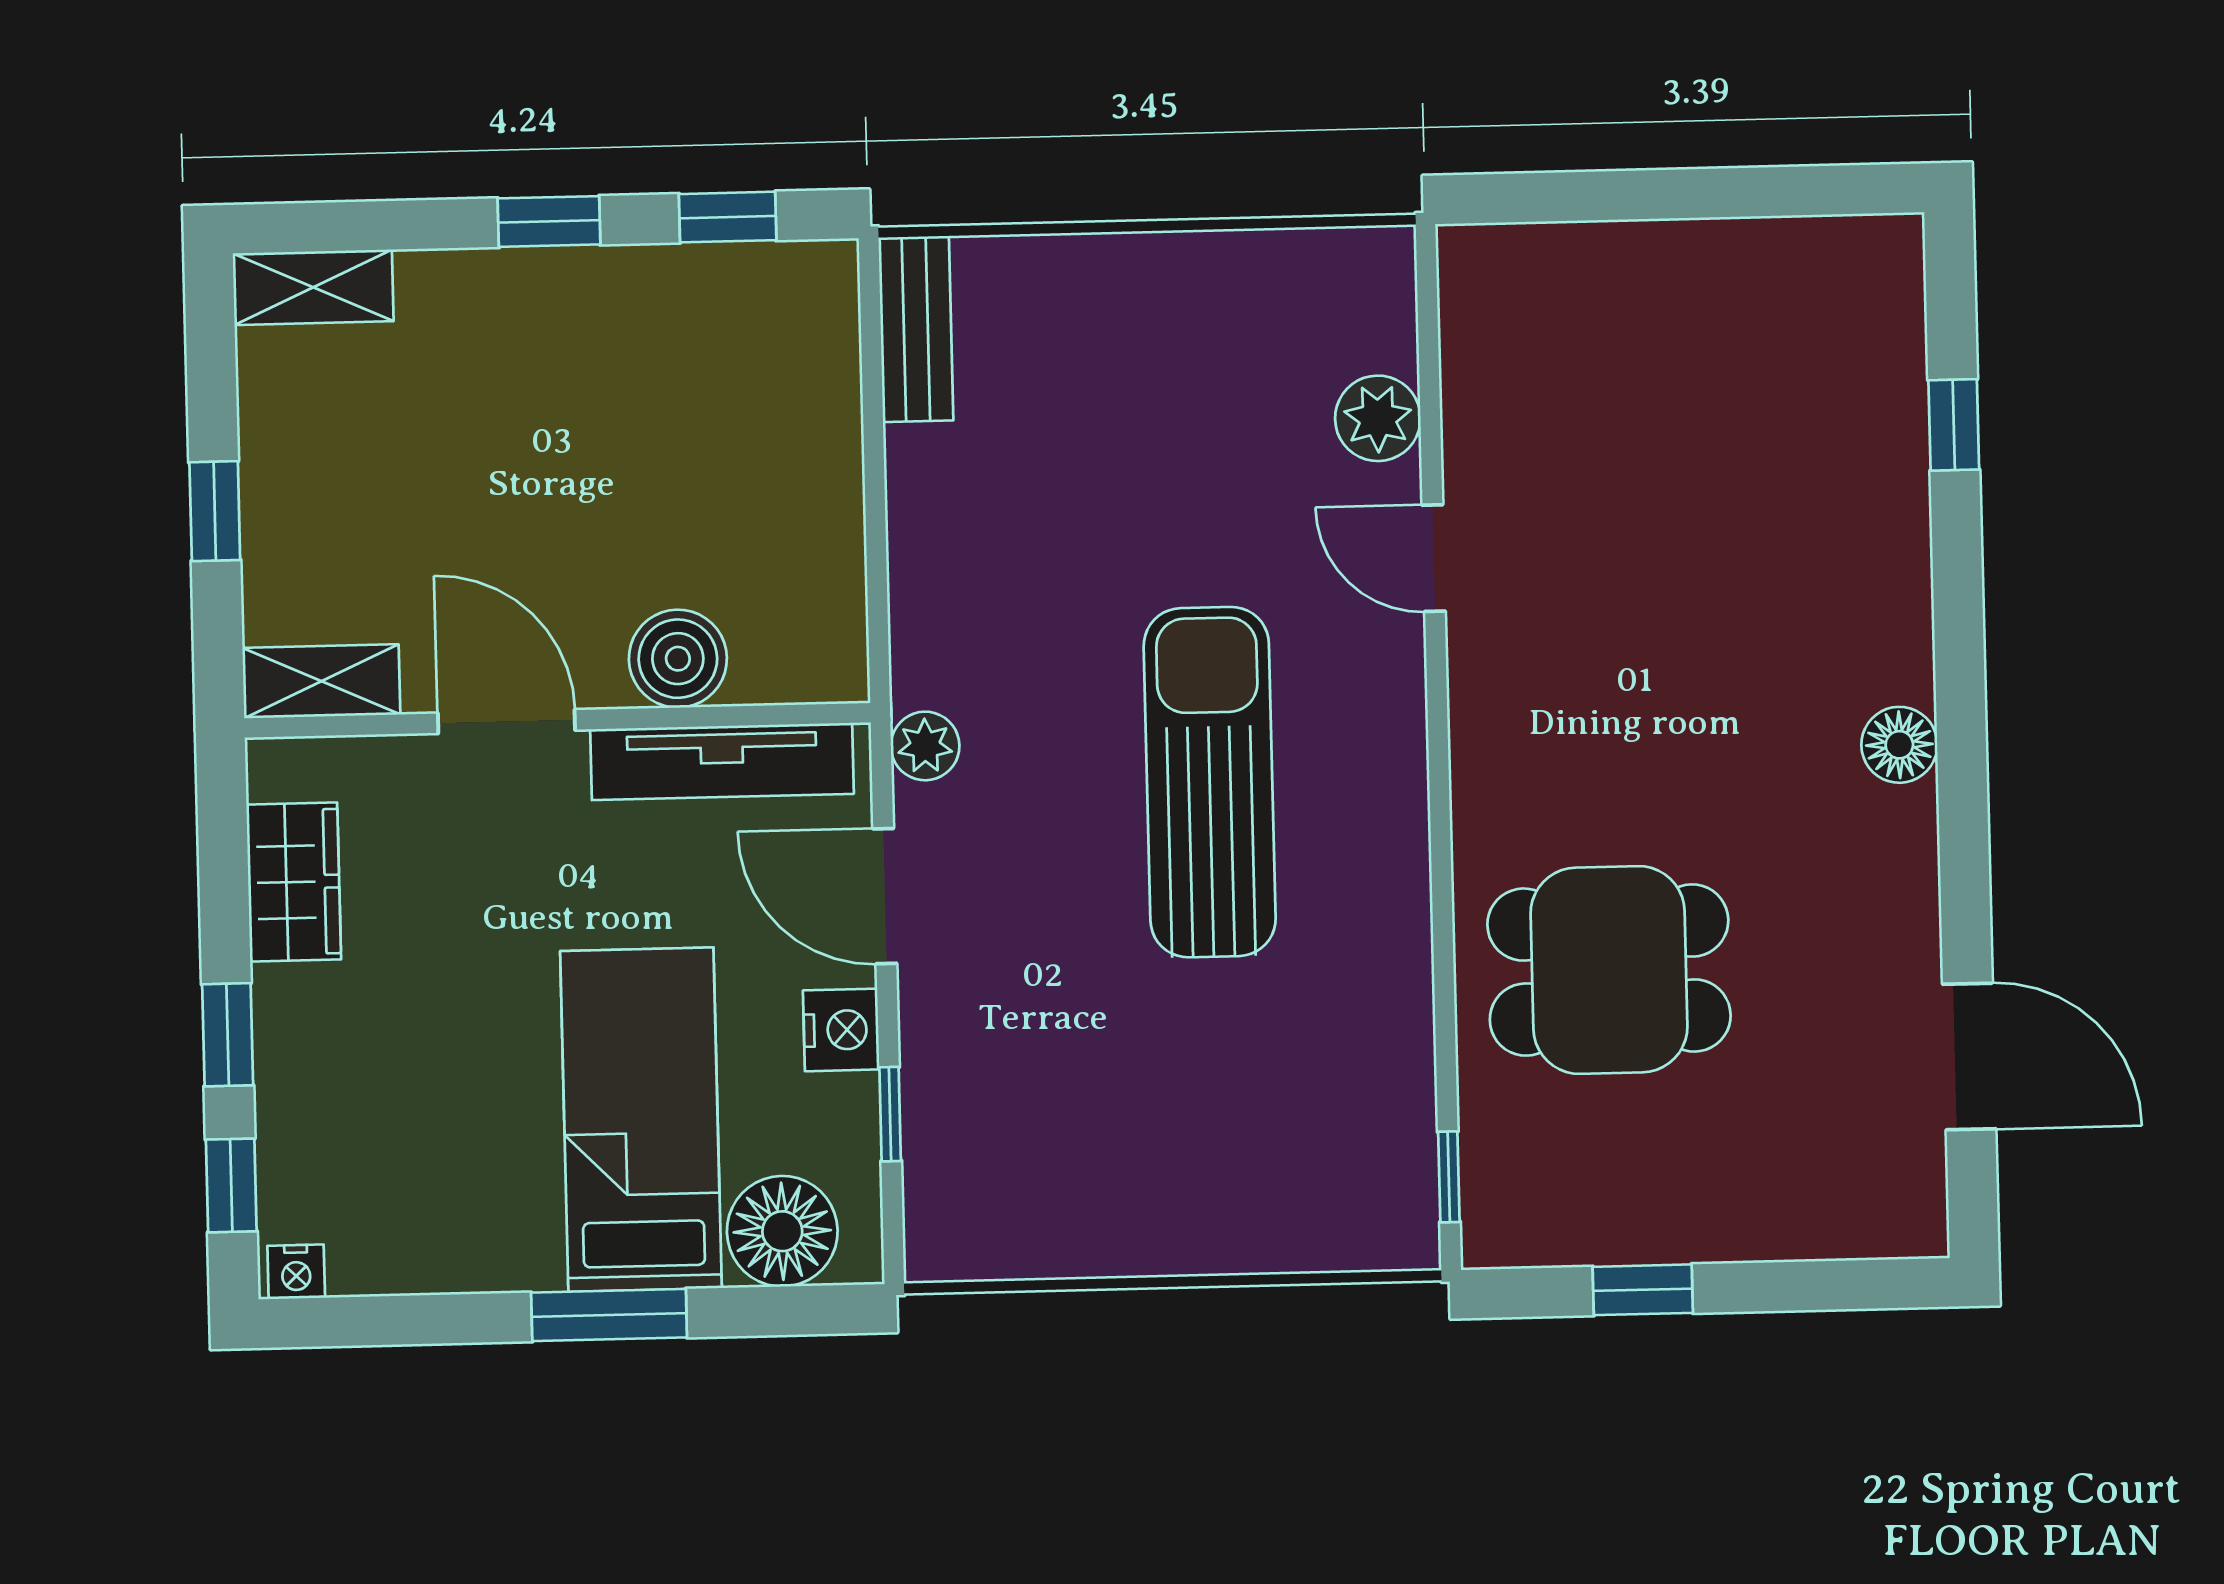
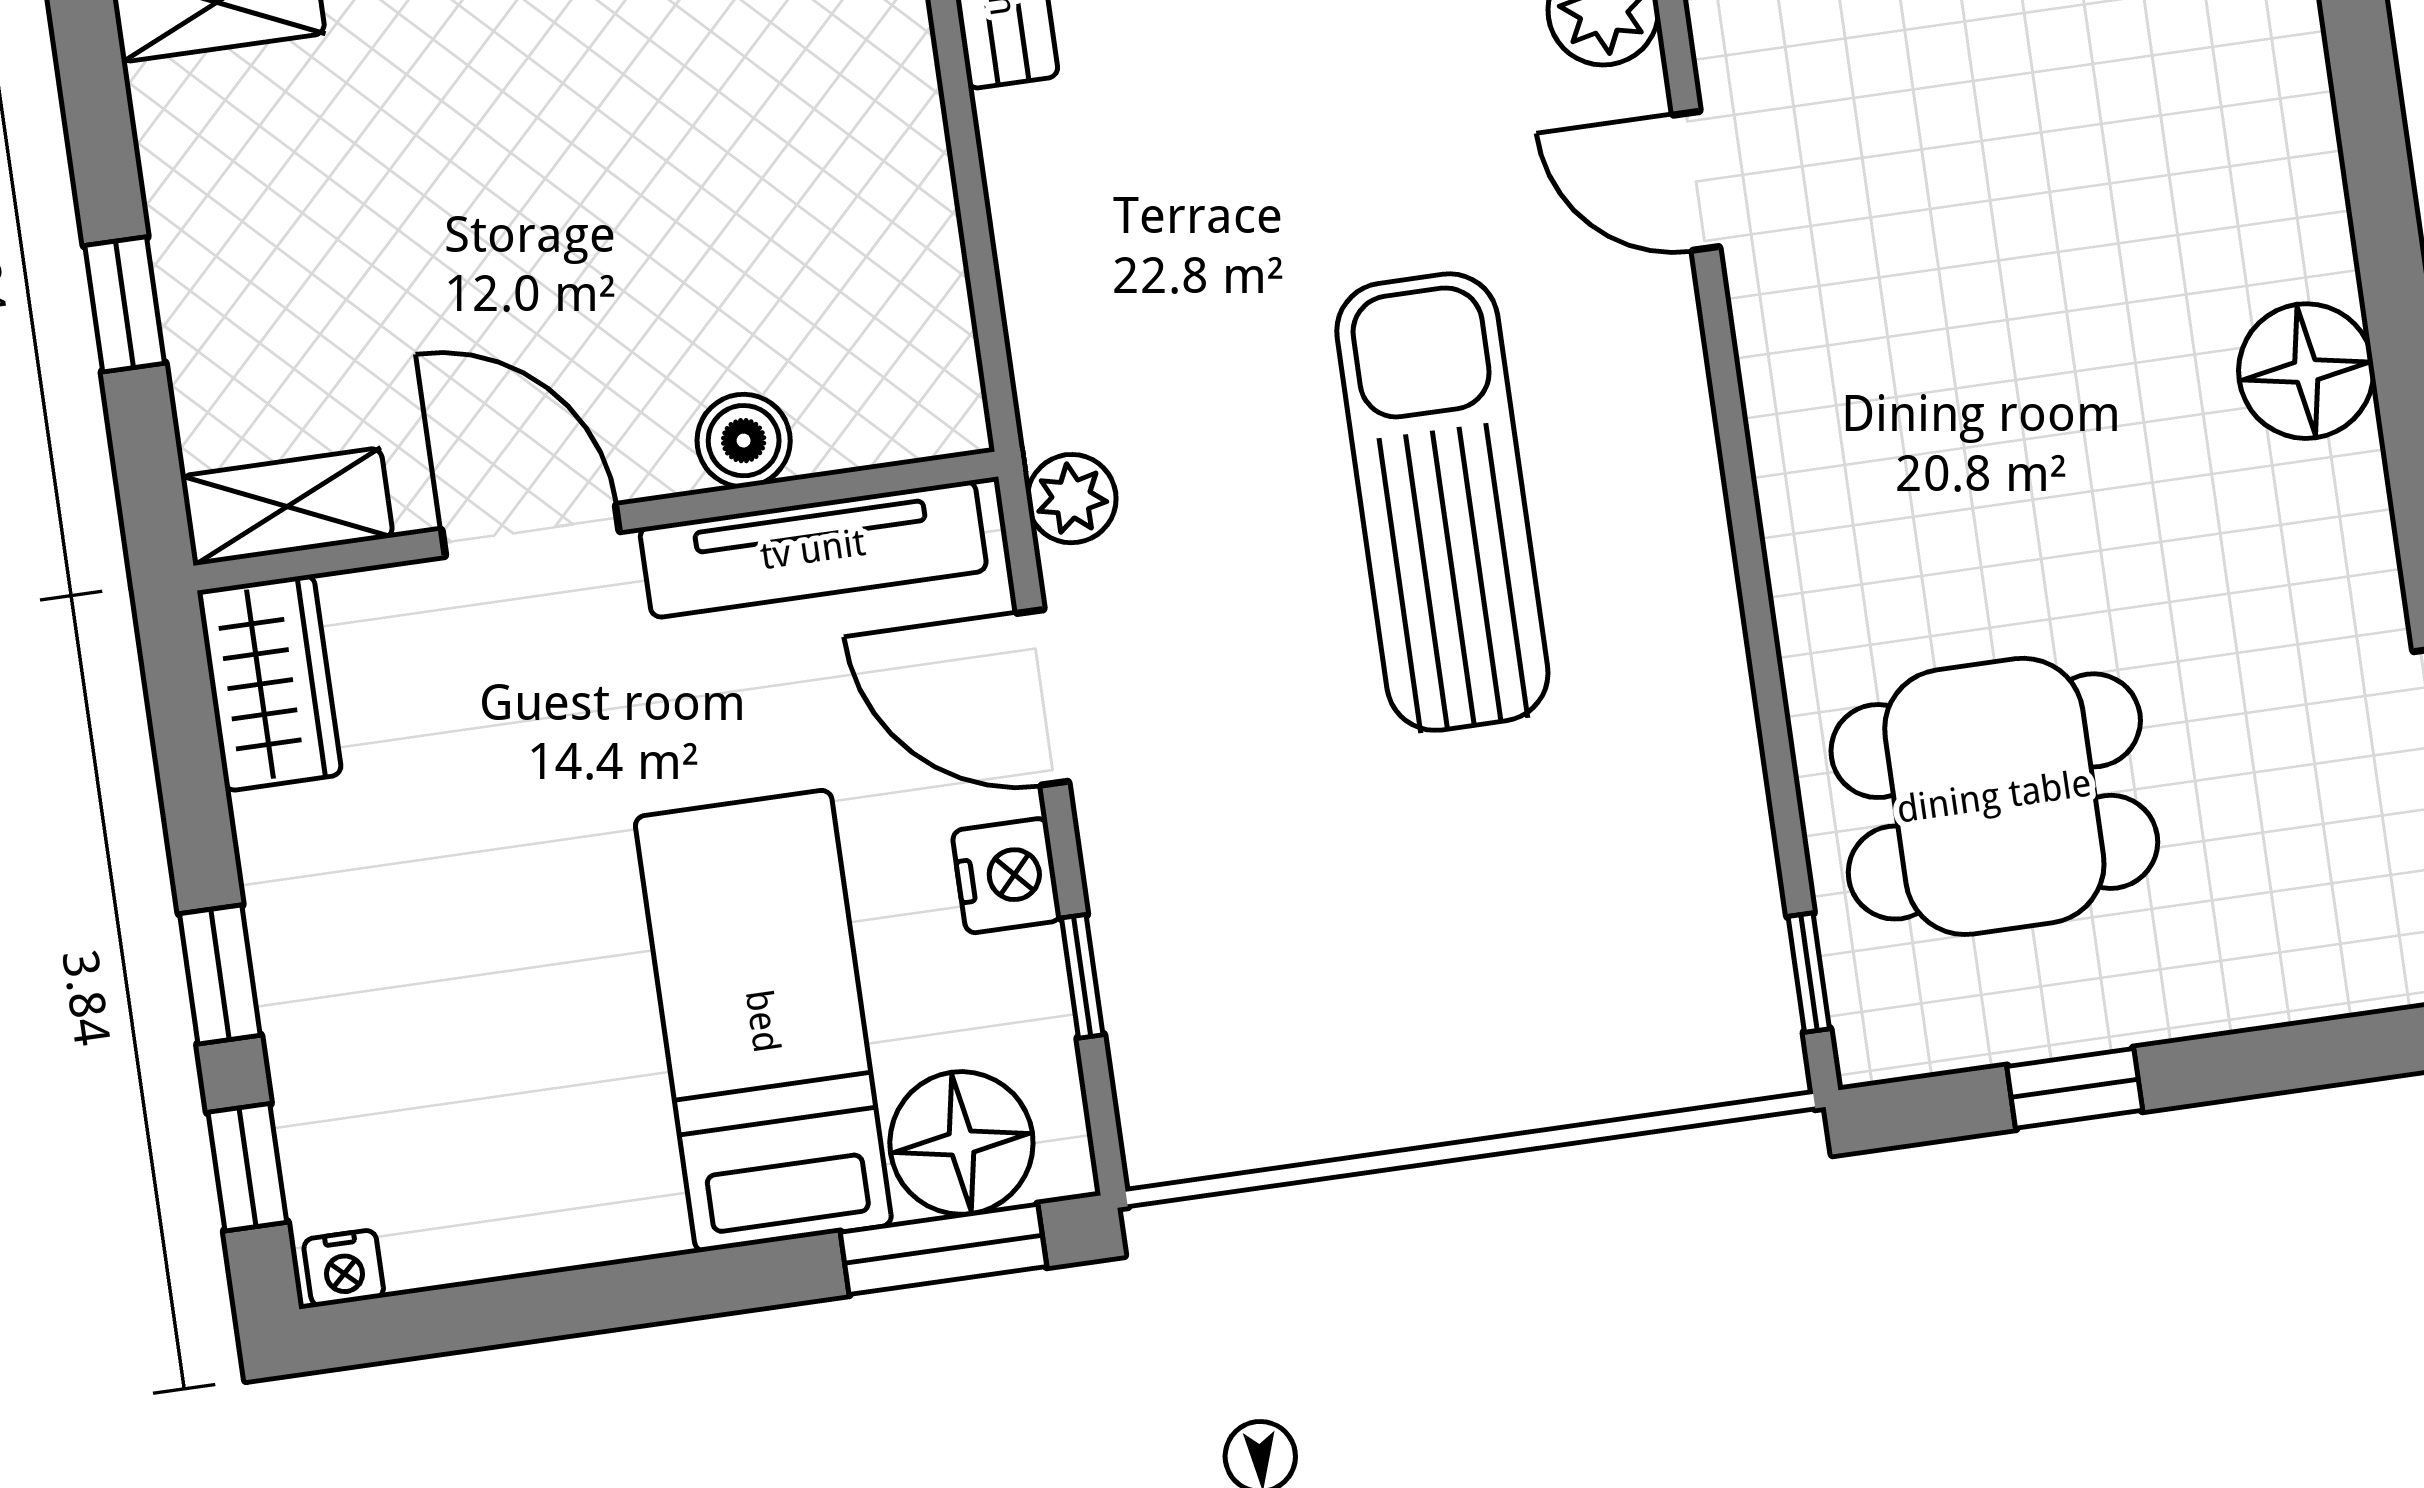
boiler: (678, 659) -> (744, 441), width x0.73, depth x0.73
floor lamp: (1899, 745) -> (2306, 371), width x1.38, depth x1.38
wardrobe: (294, 882) -> (269, 683), moved
dining table: (1609, 970) -> (1994, 796), moved
window: (609, 1315) -> (943, 1249), moved

